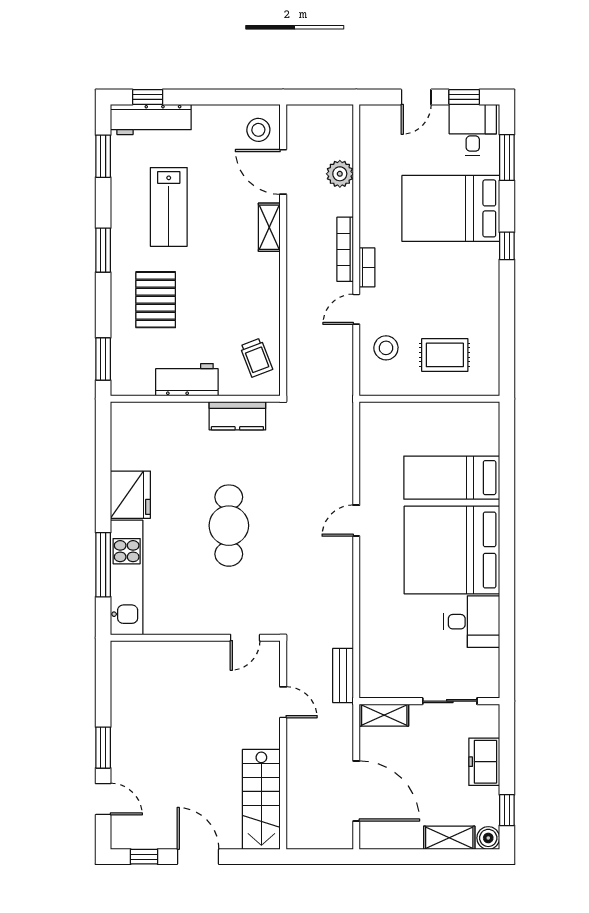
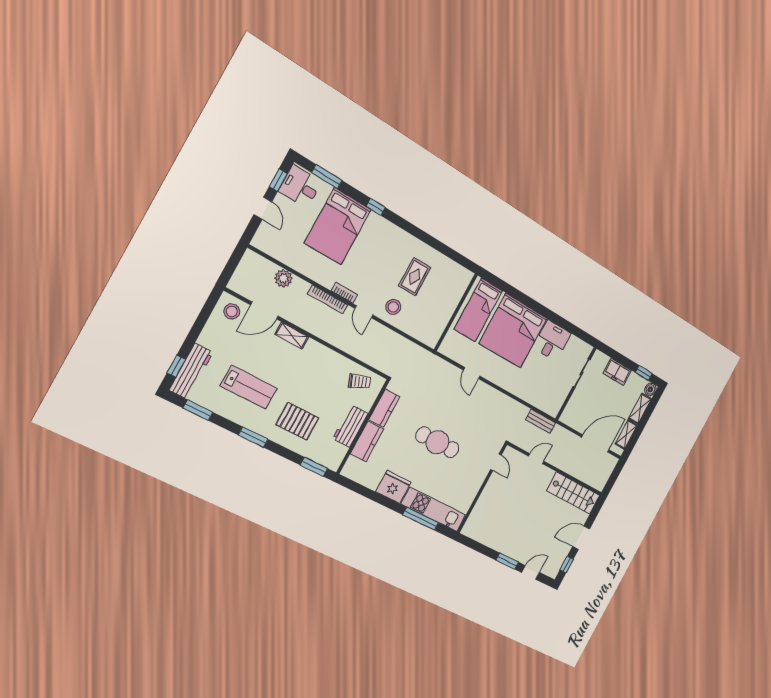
wall: (429, 399) -> (456, 312), moved
kitchen counter: (177, 417) -> (367, 441), added
shelving: (384, 715) -> (626, 435), moved

